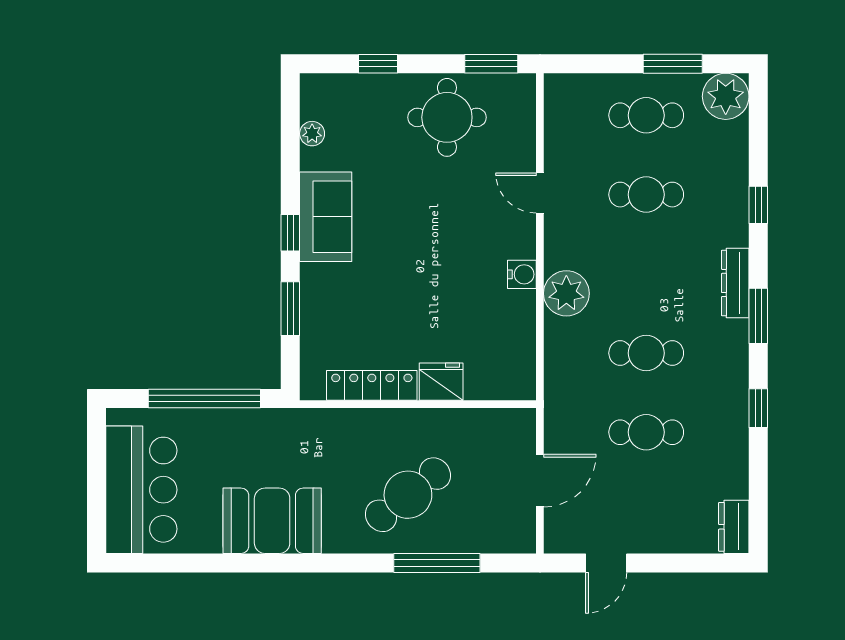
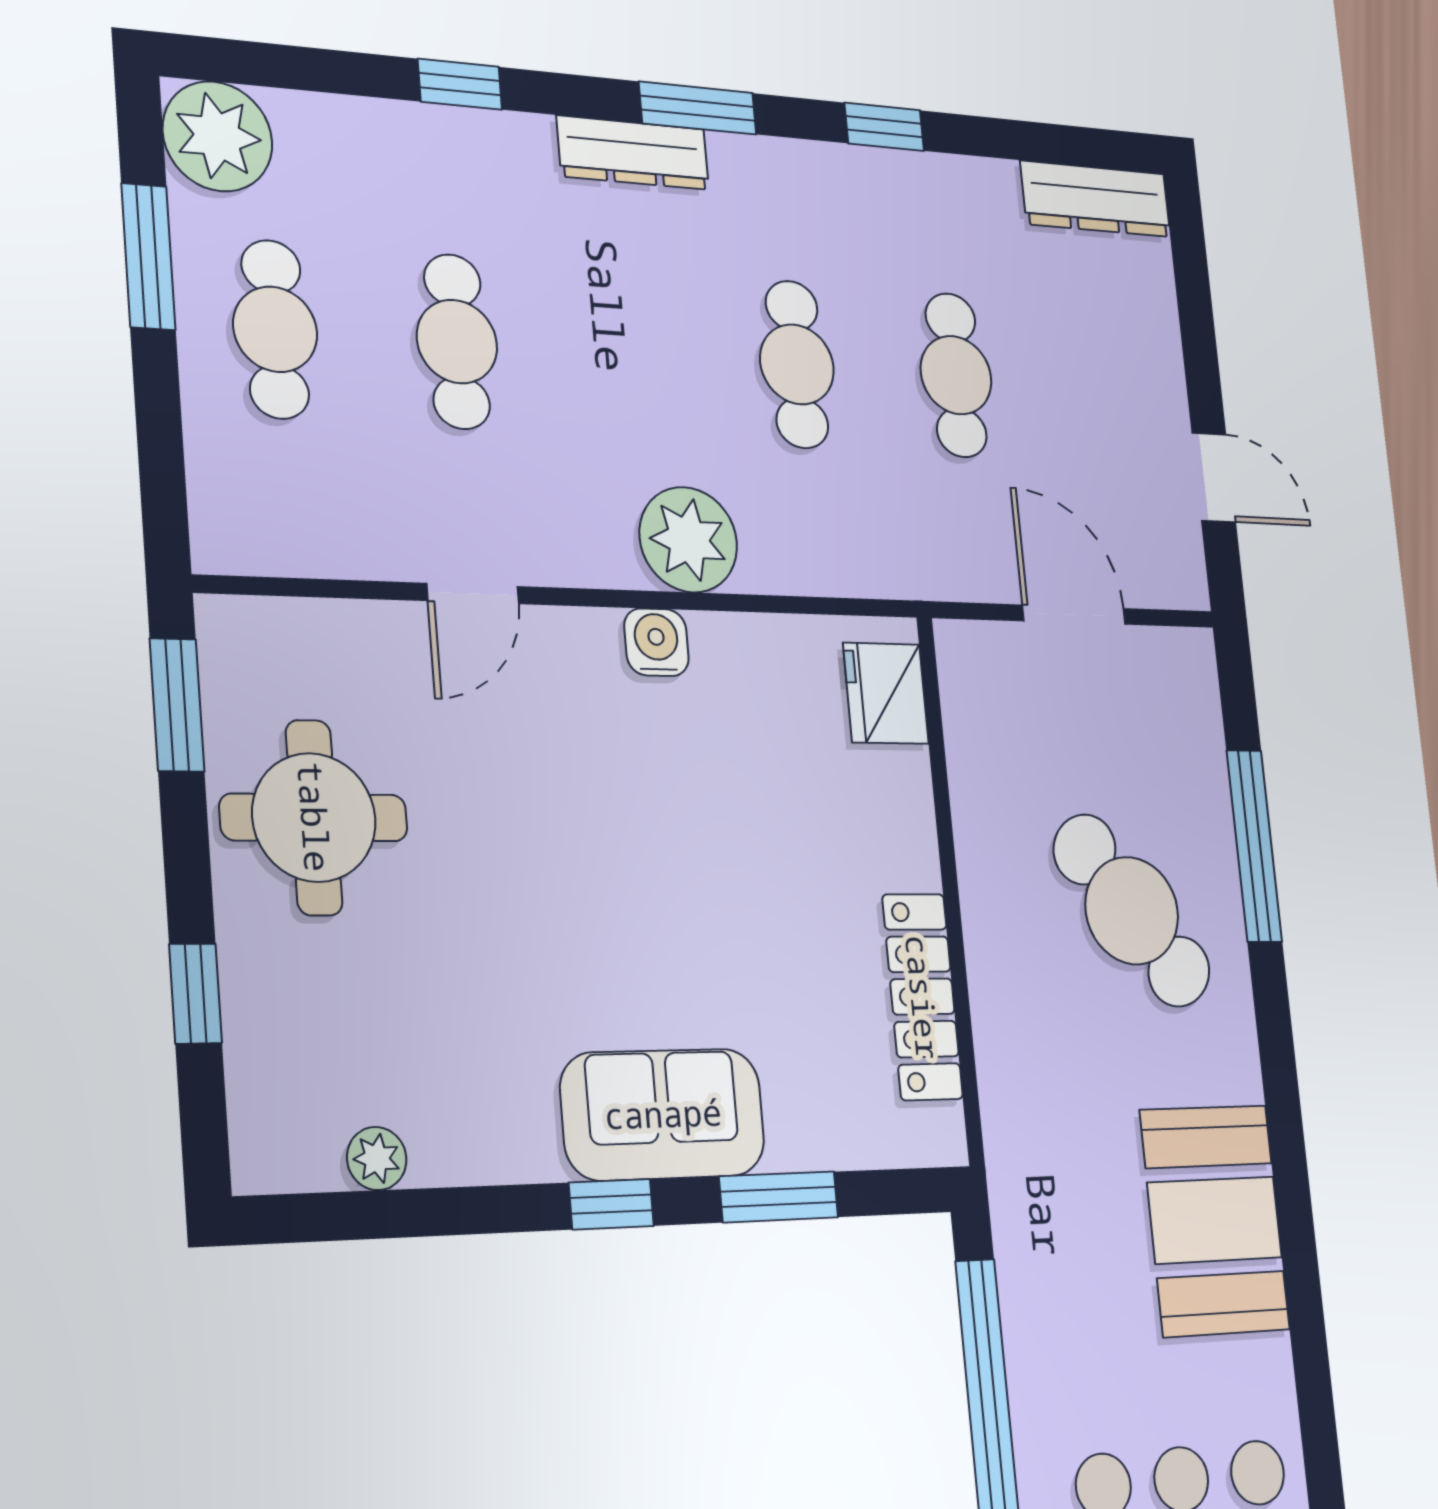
sofa: (326, 217) -> (663, 1114), moved
fridge: (441, 382) -> (886, 693), moved
dresser: (734, 527) -> (1096, 199), width x1.44

